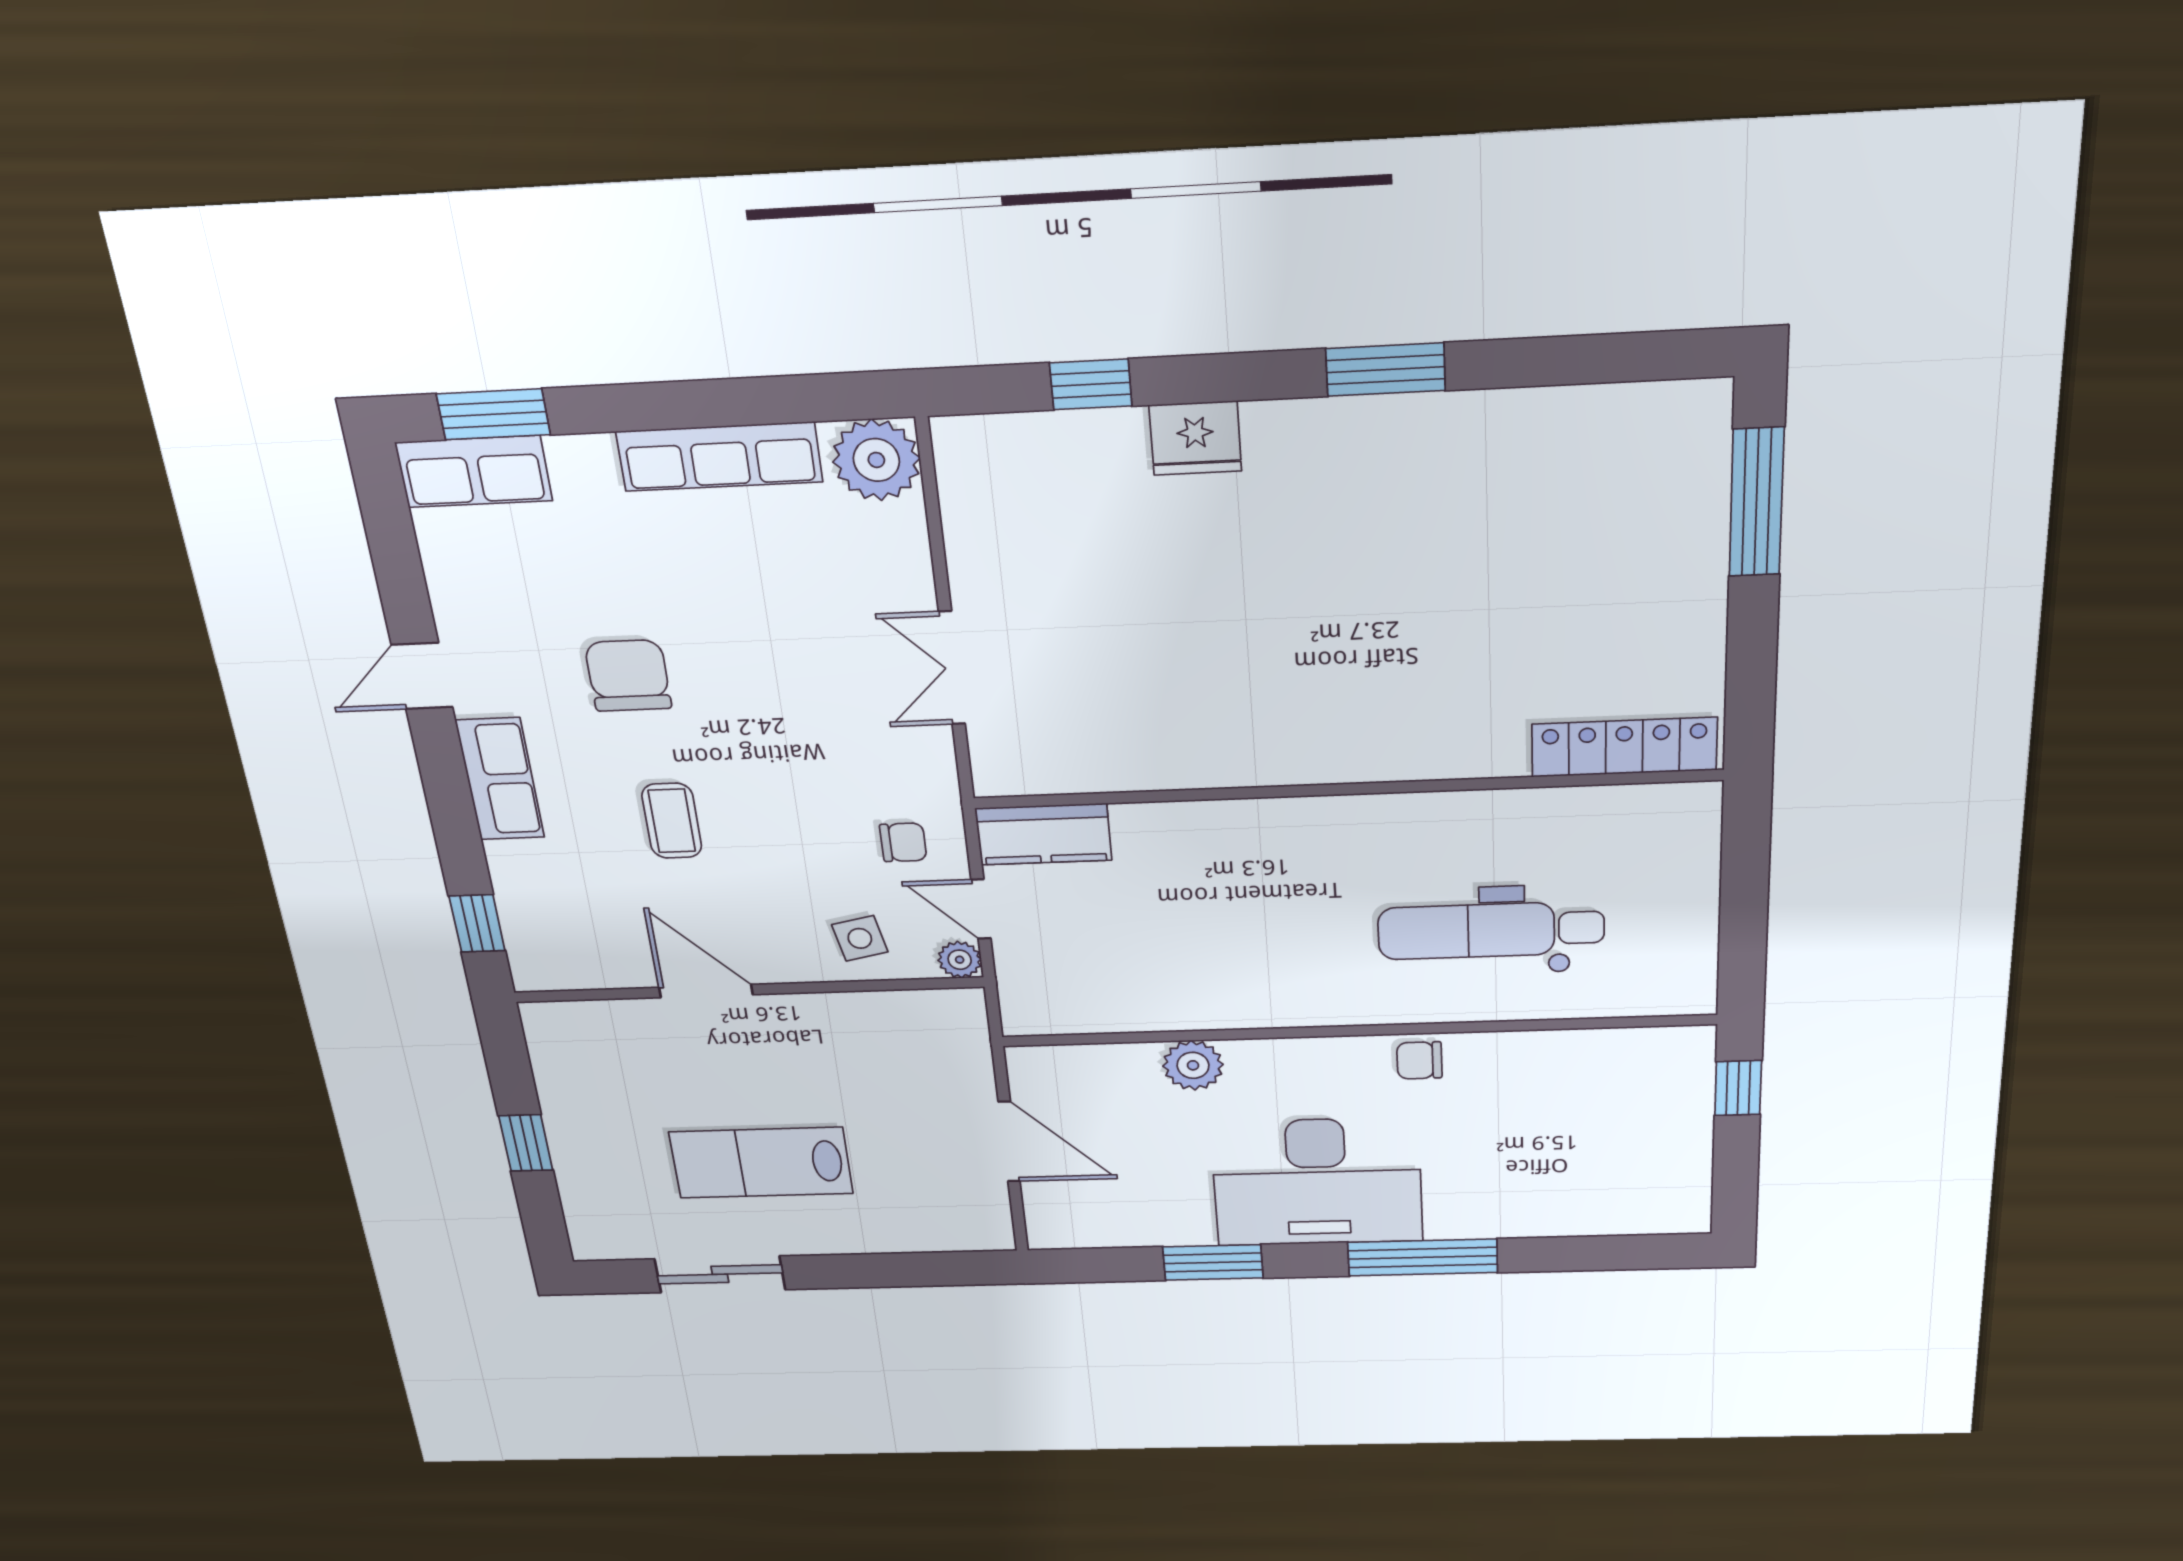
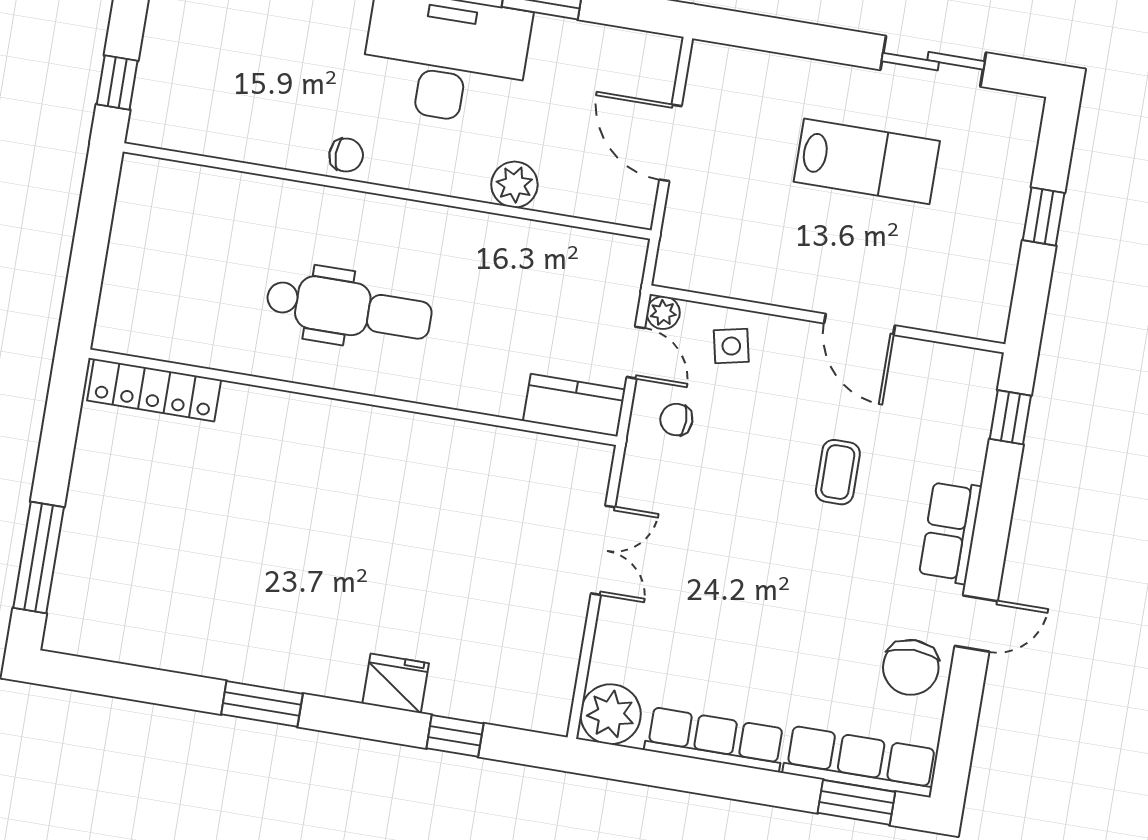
row of seats: (474, 472) -> (860, 761), width x1.48
chair: (628, 676) -> (911, 667), moved
dental chair: (1491, 930) -> (349, 308), moved

